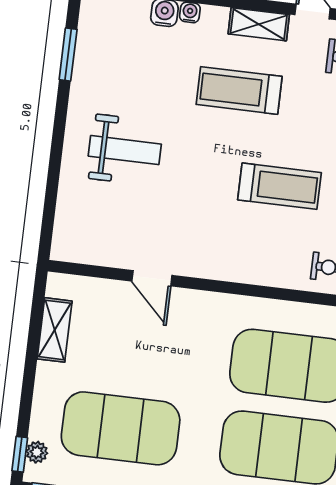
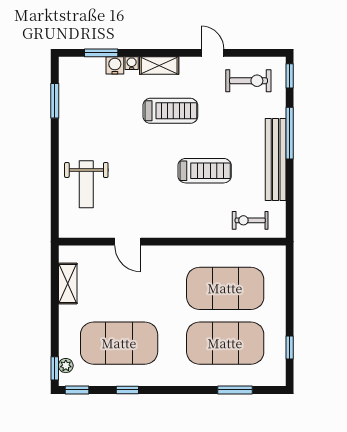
shelving: (259, 24) -> (159, 65), moved
treadmill: (239, 90) -> (170, 111), turned 180
weight bench: (125, 150) -> (86, 184), moved, turned 90

